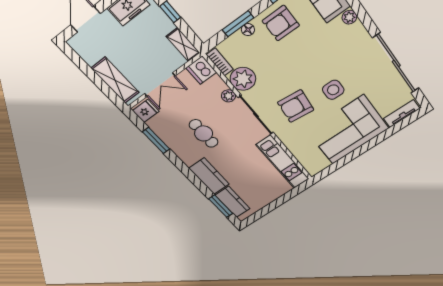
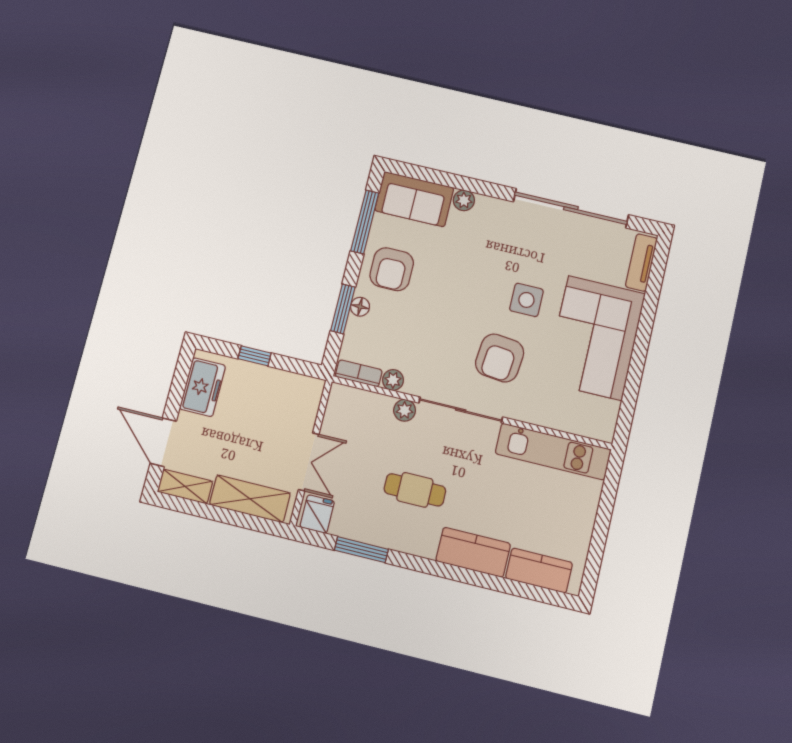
shelving: (183, 45) -> (185, 486), moved
dishwasher: (201, 70) -> (345, 402), removed
plant: (243, 79) -> (393, 380), width x0.53, depth x0.53
window: (221, 206) -> (528, 591), removed

